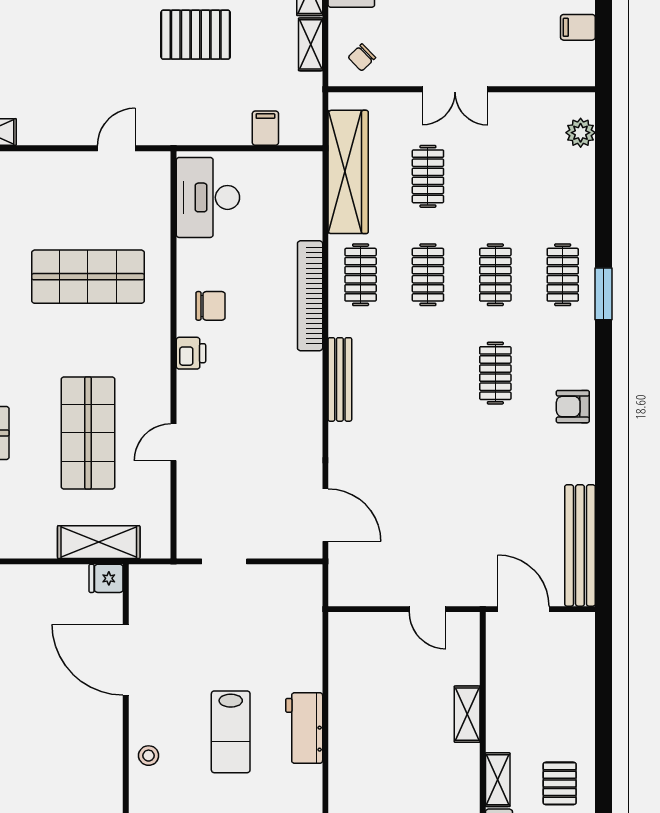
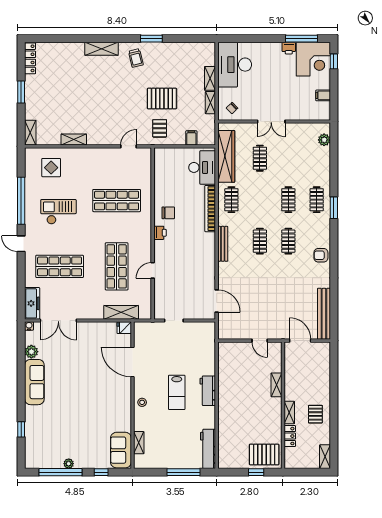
pallet: (190, 105) -> (160, 128), added
desk: (208, 197) -> (202, 167), moved, turned 180
clothes rail: (428, 275) -> (260, 241), moved

